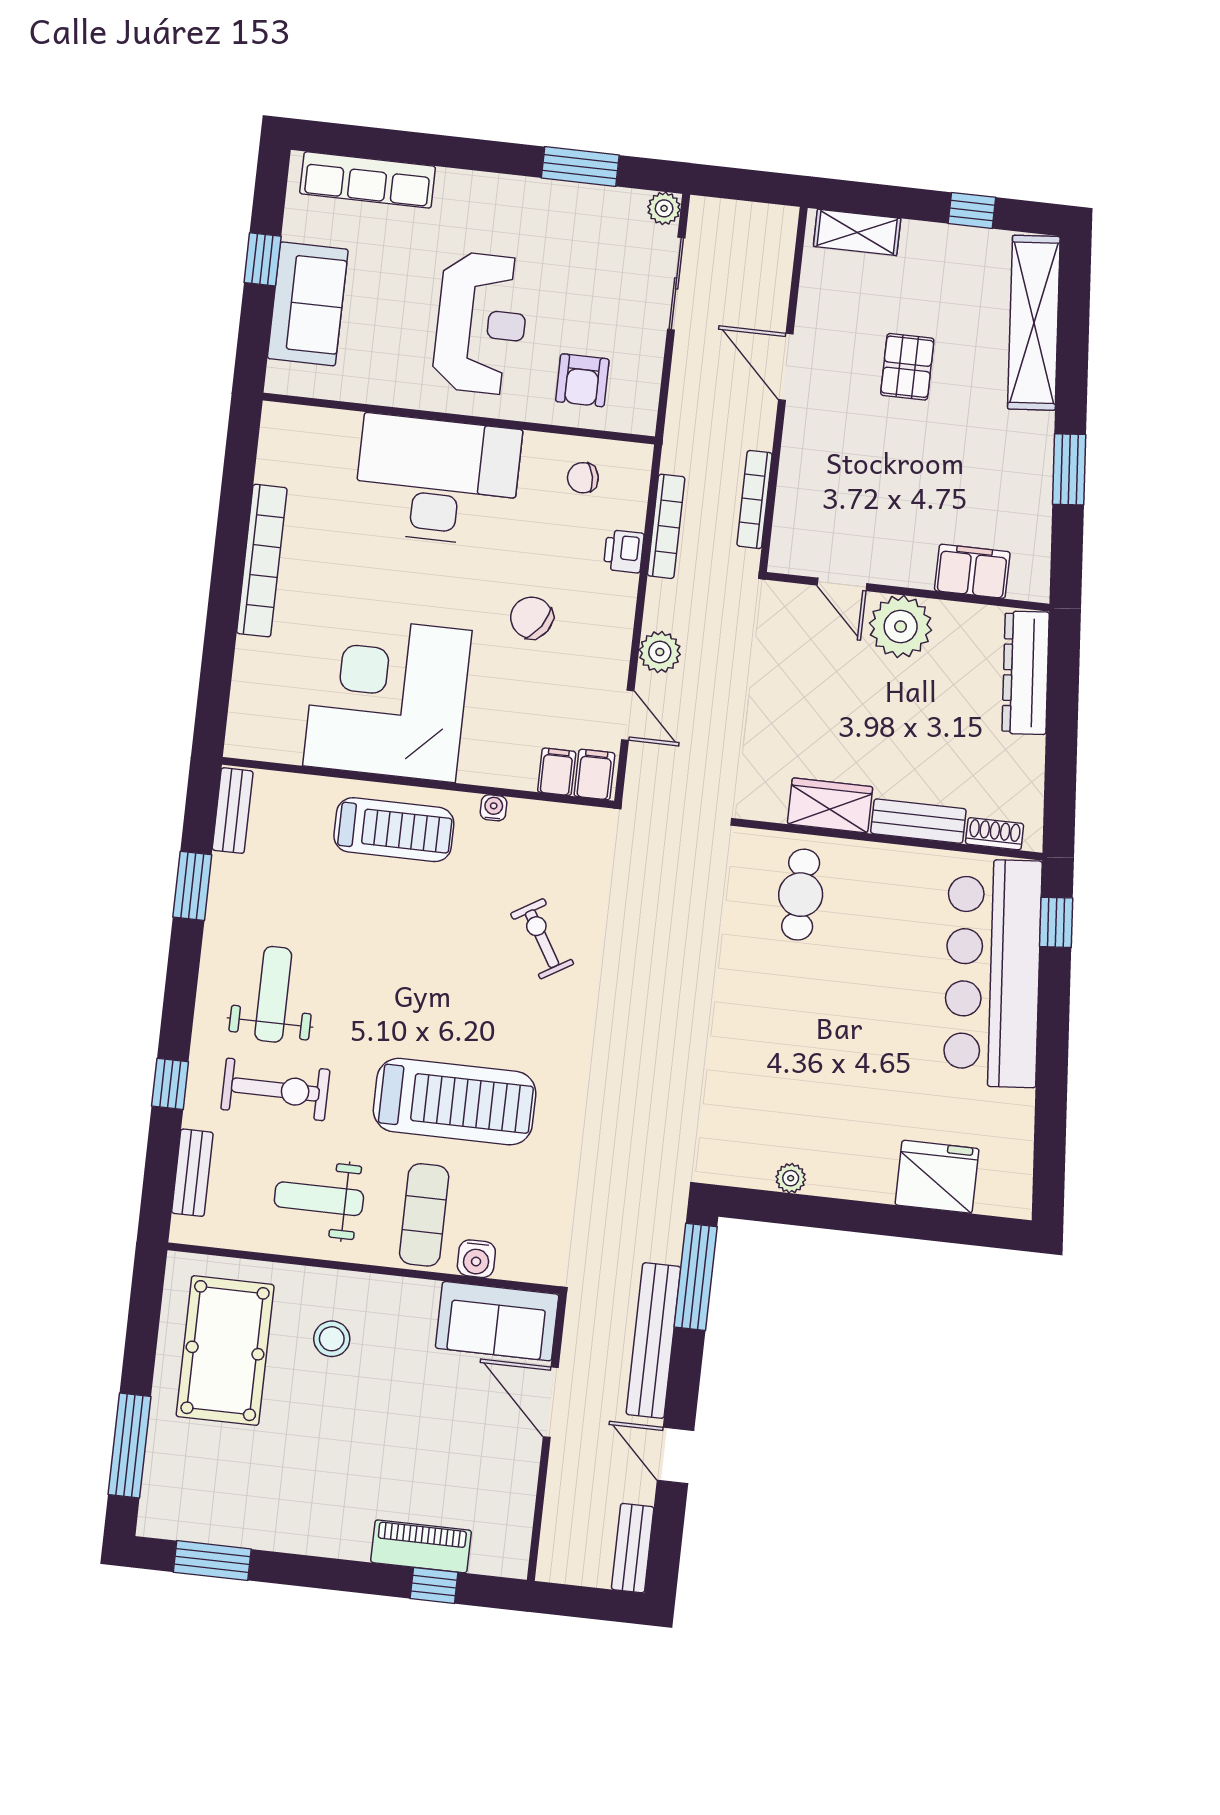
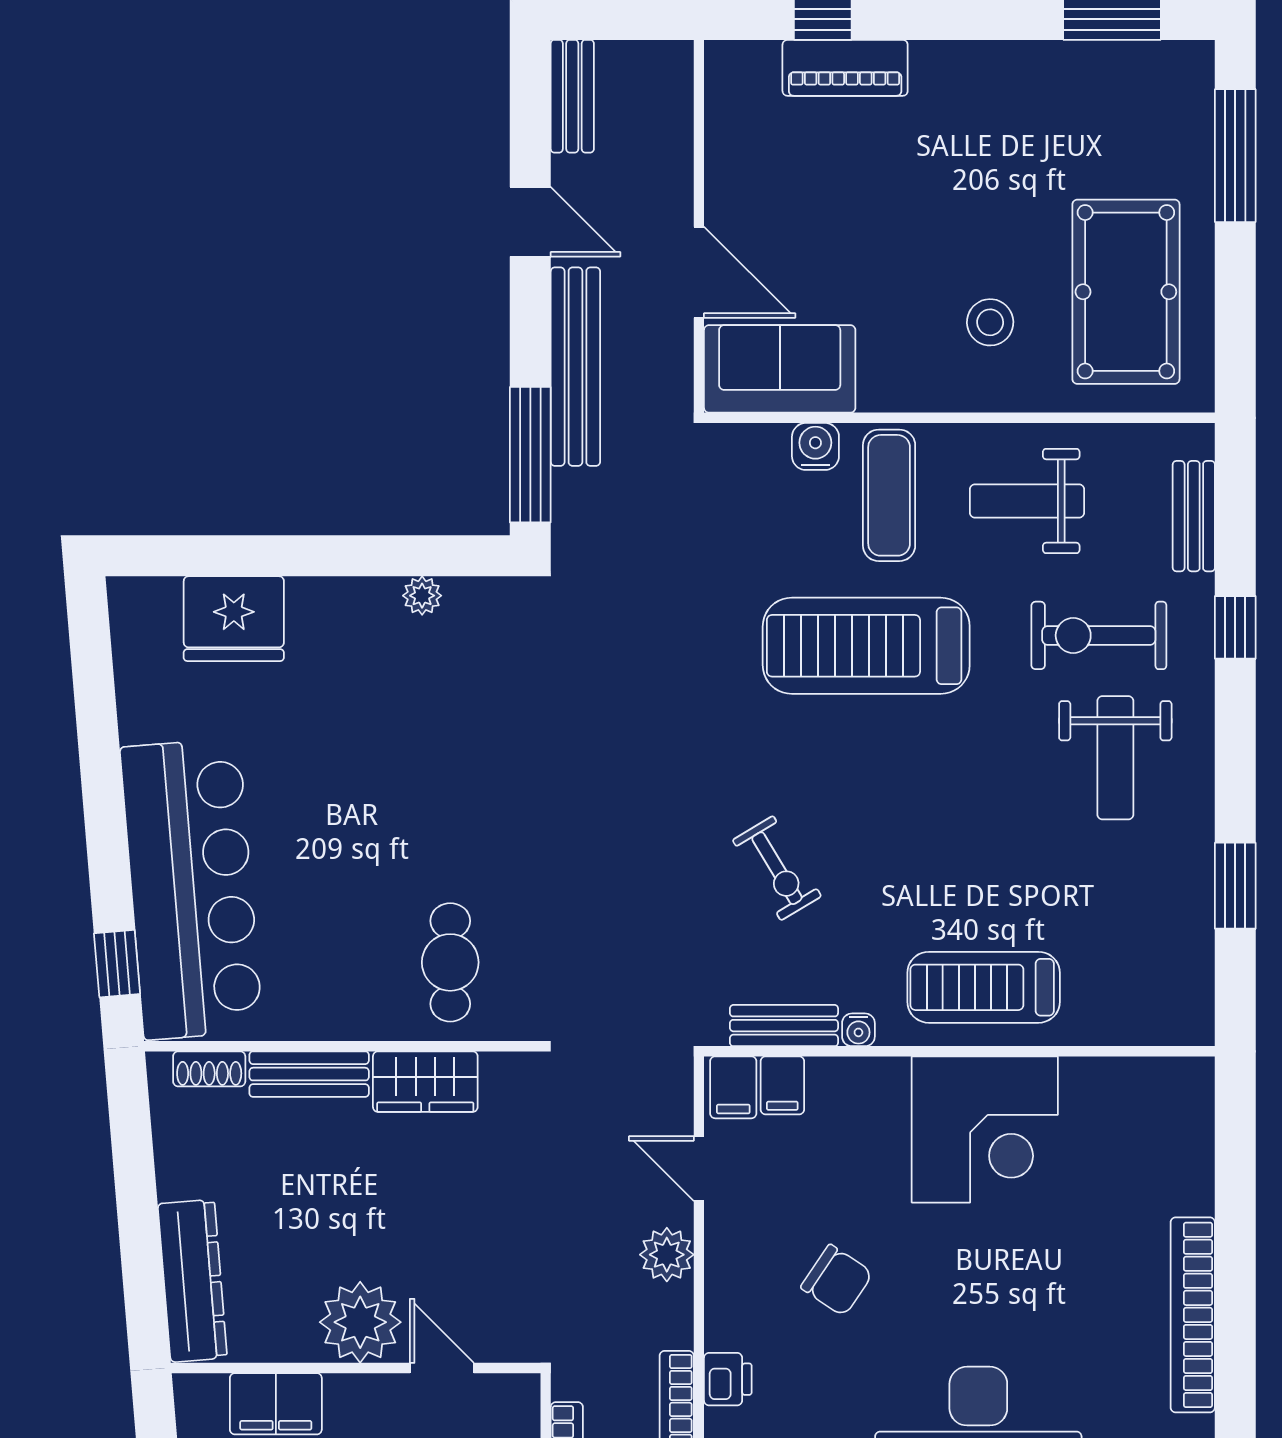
corner desk: (387, 698) -> (985, 1129), width x0.74, depth x0.74
bench: (233, 811) -> (784, 1026), moved, turned 90
weight bench: (319, 1199) -> (1027, 501), turned 180

